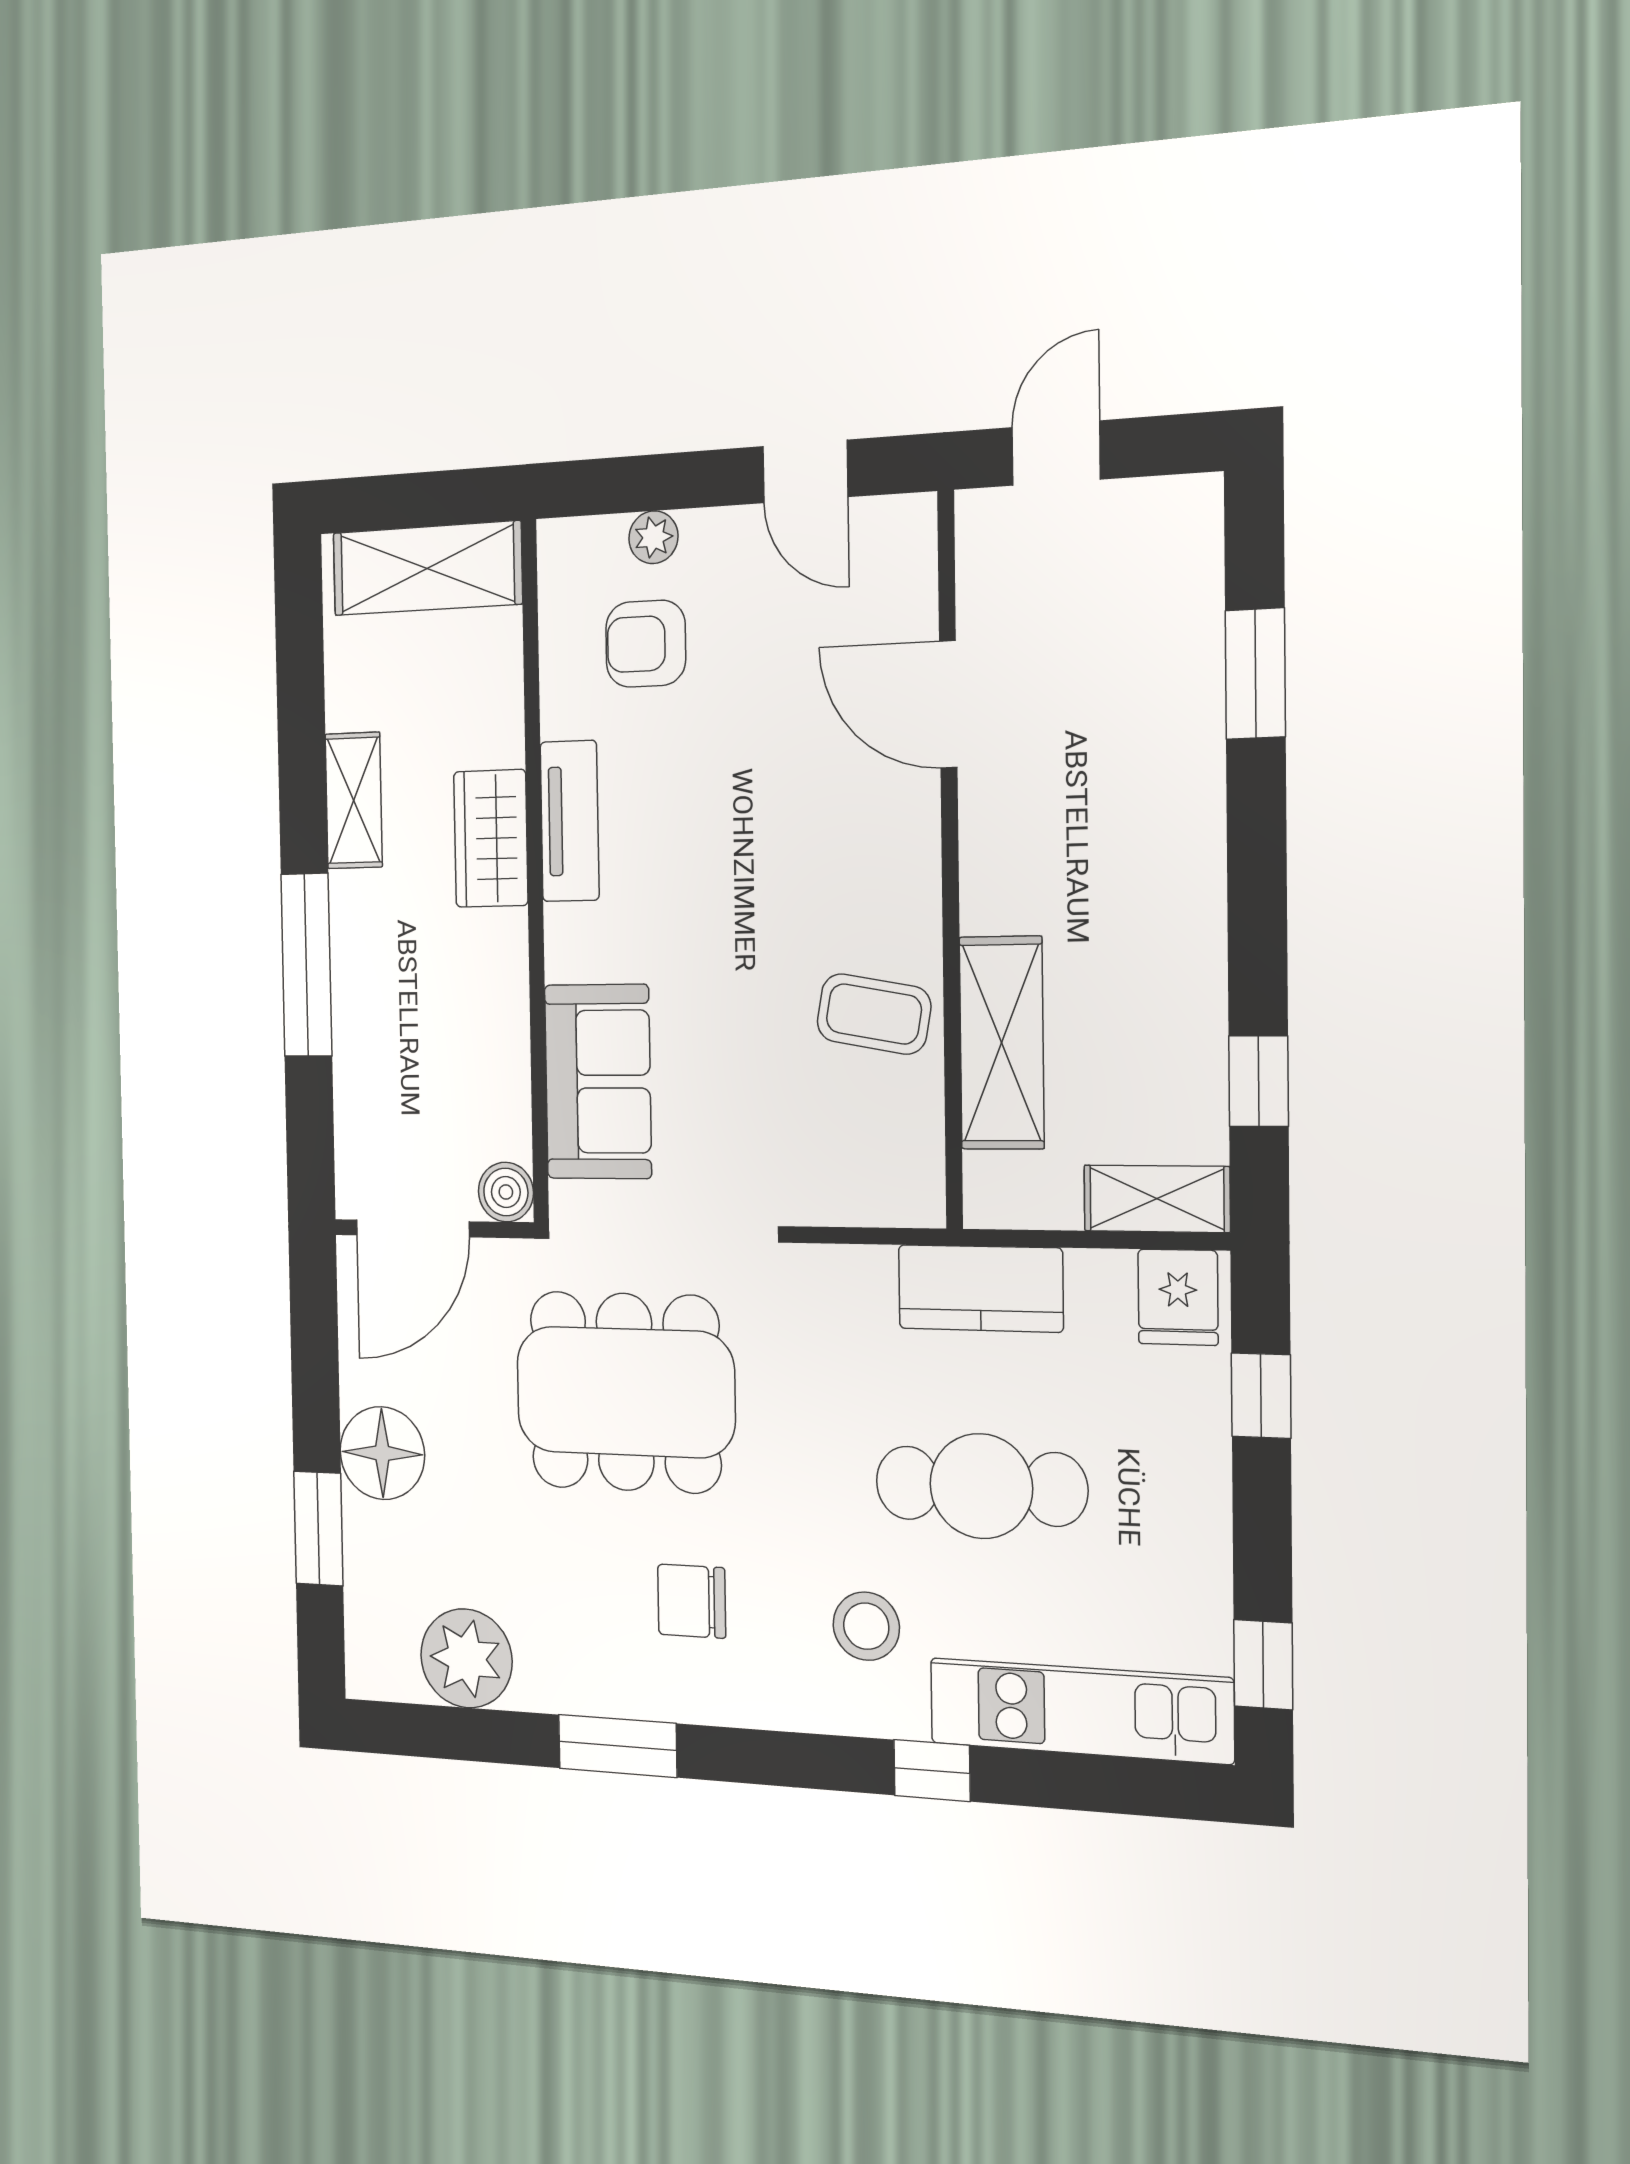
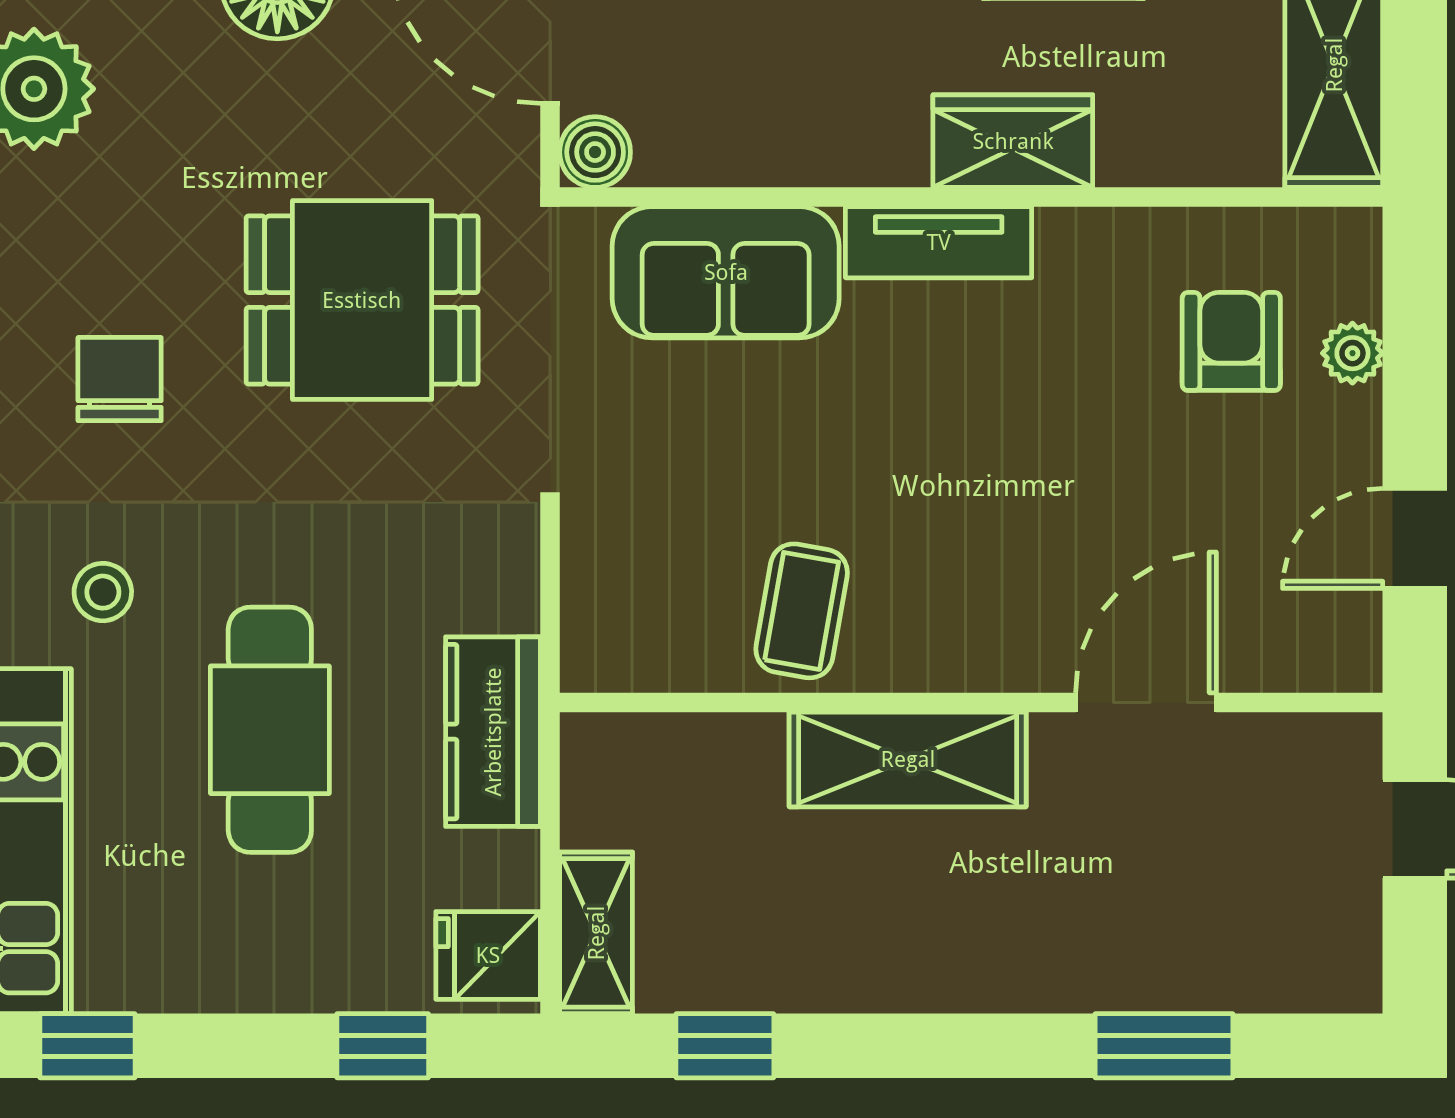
tv unit: (570, 821) -> (939, 242), moved
shelving: (1002, 1043) -> (908, 759), moved
dining table: (625, 1392) -> (362, 300), width x0.73
stool: (866, 1626) -> (103, 592), width x0.73, depth x0.73

